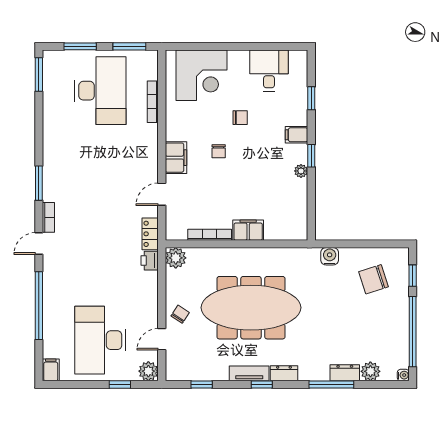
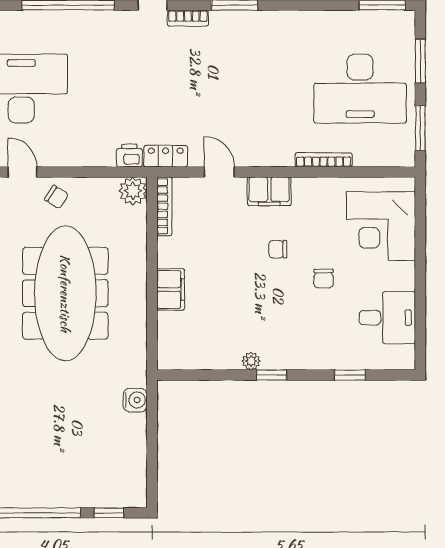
bookcase: (153, 102) -> (324, 160), moved
filing cabinet: (296, 135) -> (300, 355), removed
bookcase: (210, 235) -> (164, 206), moved
chair: (374, 279) -> (104, 460), removed

